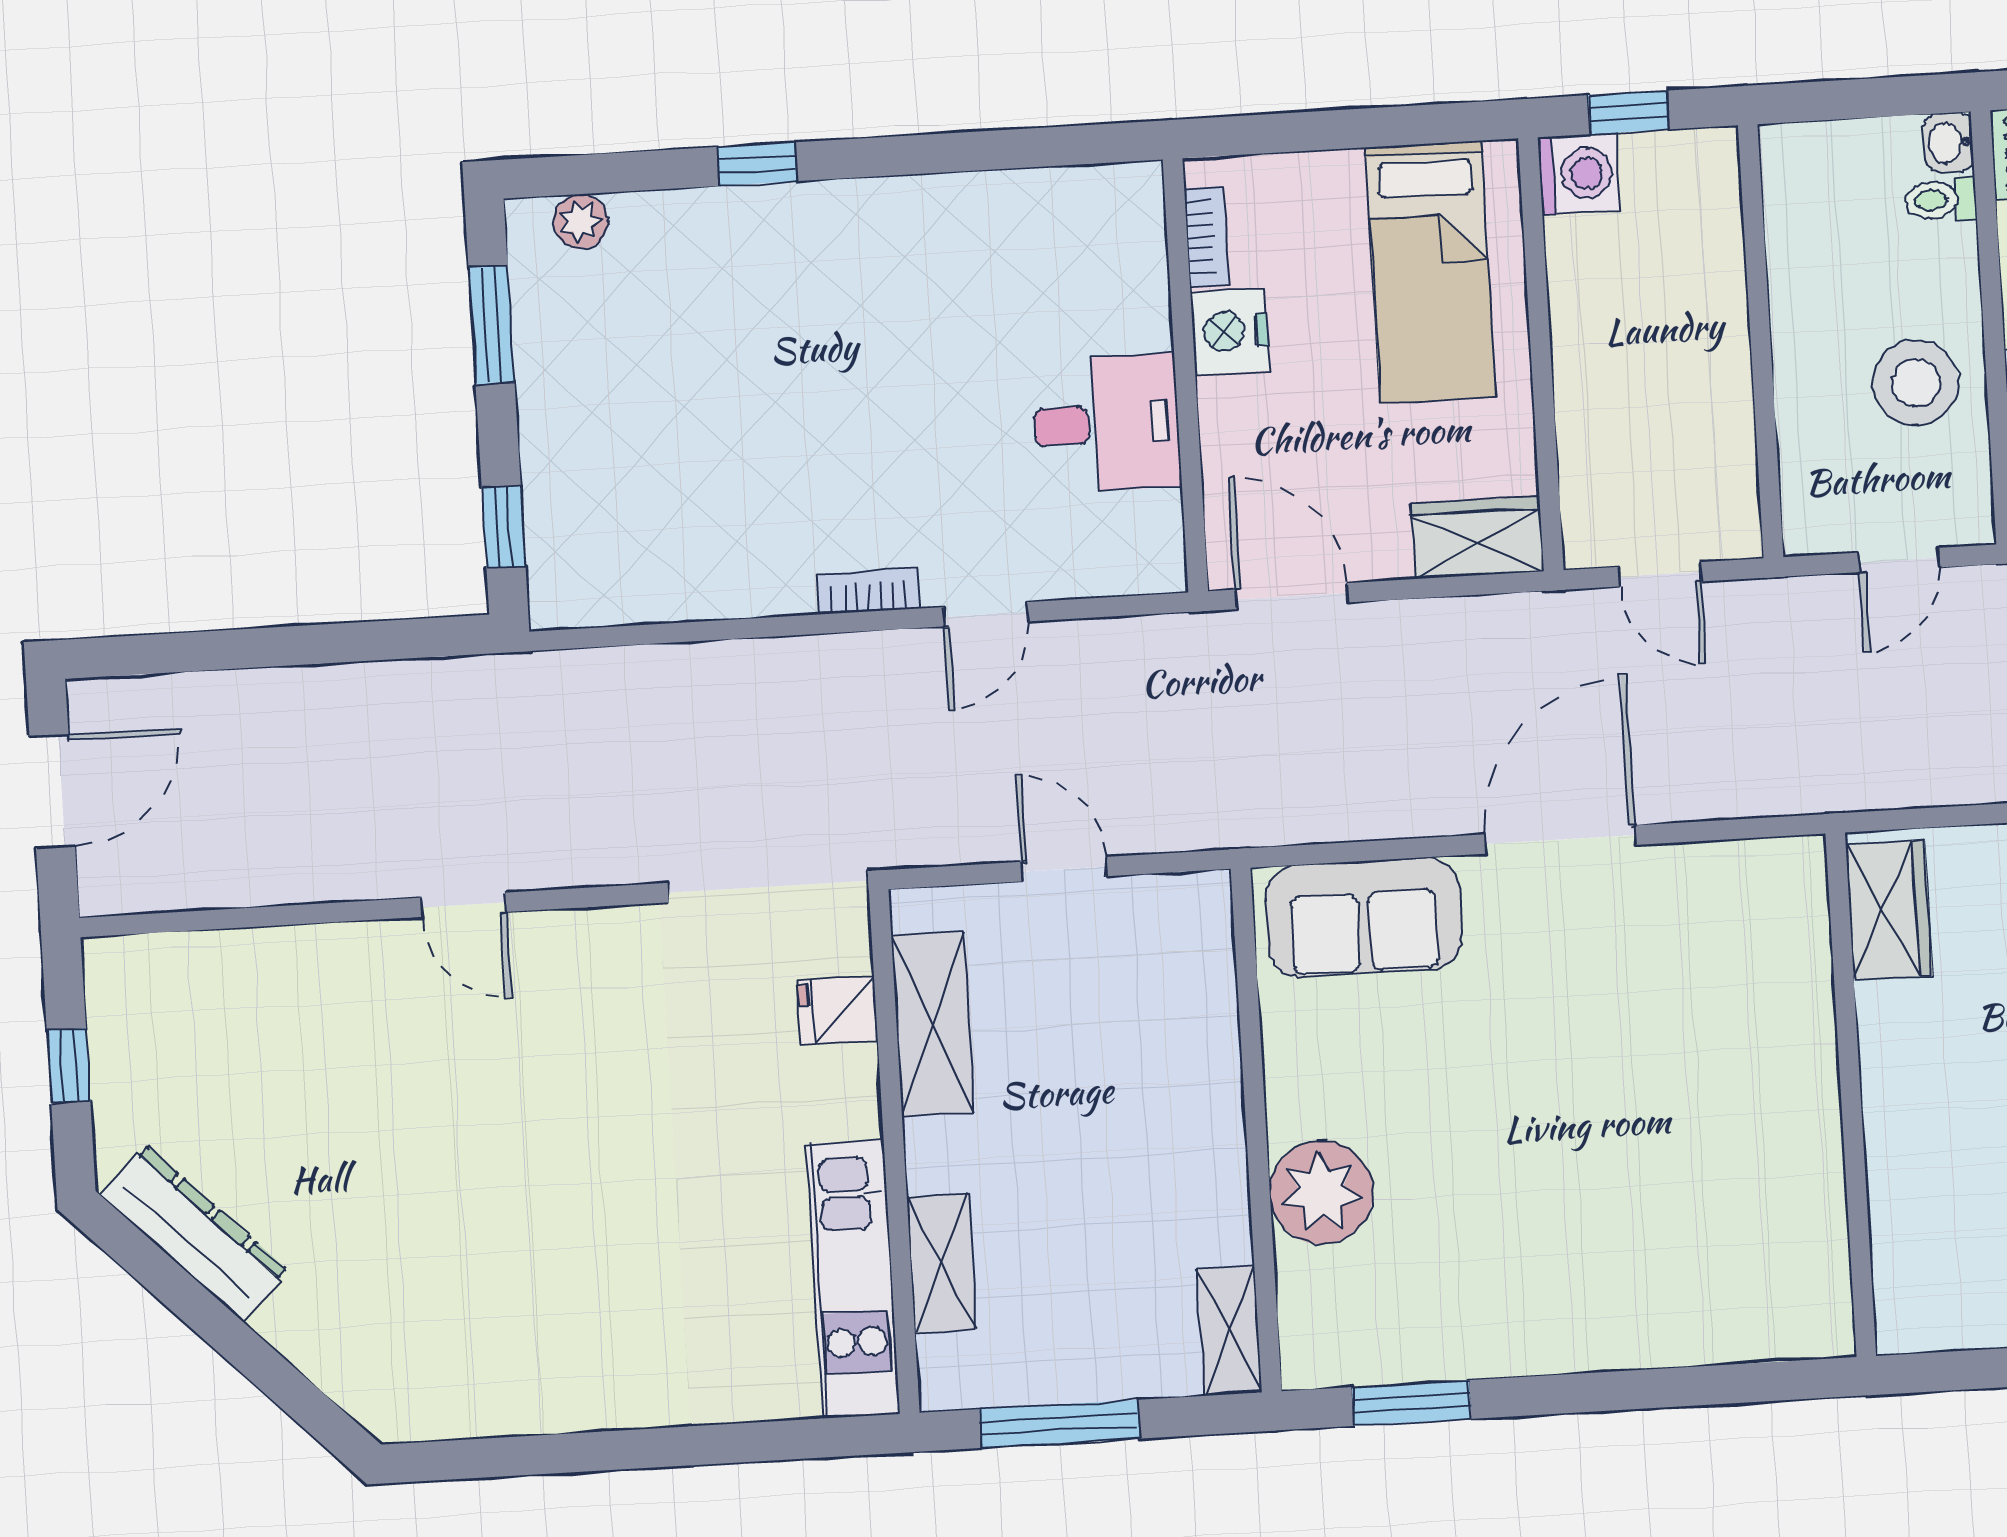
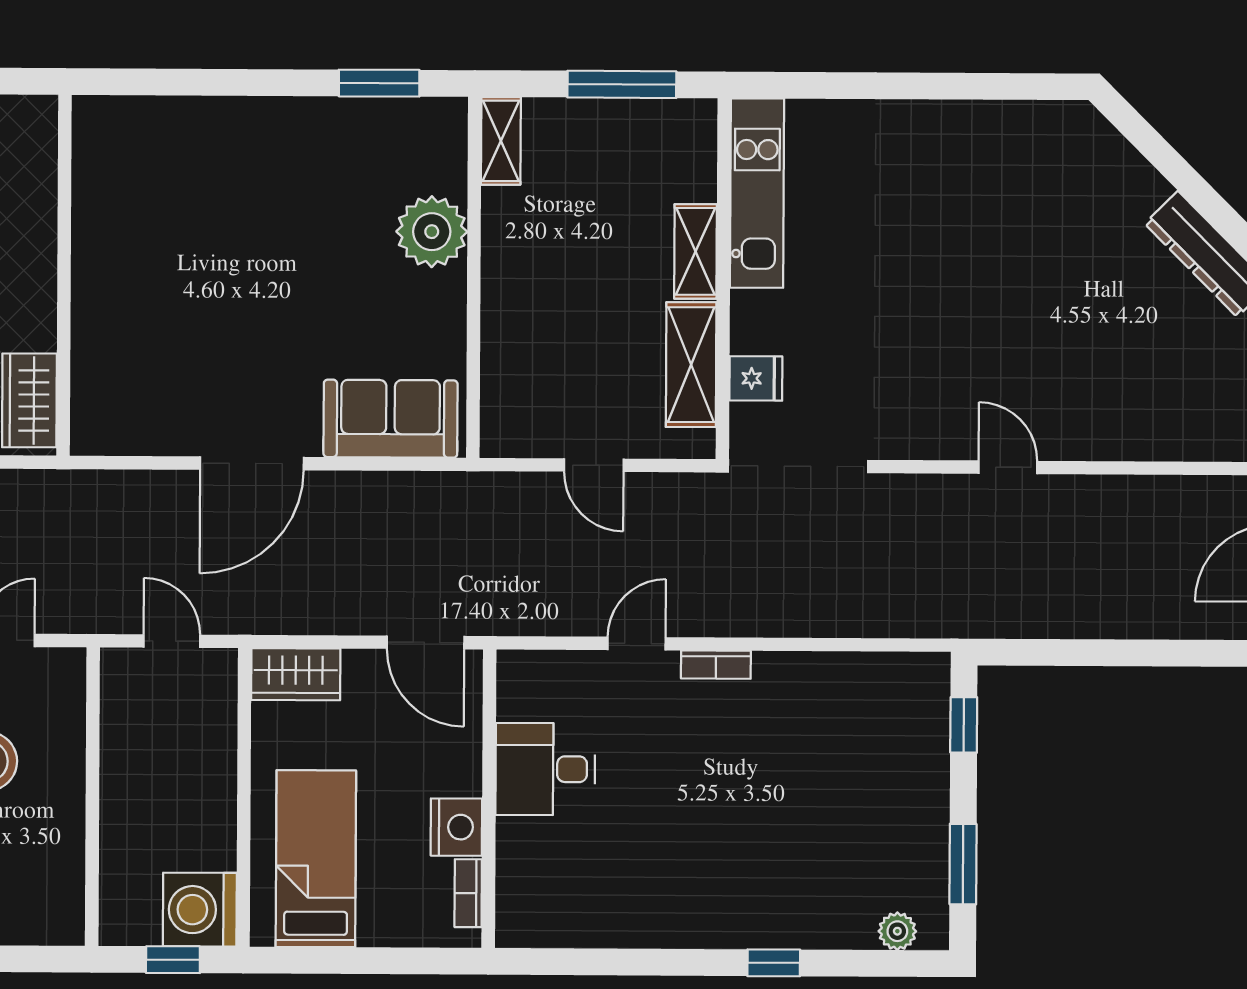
washing machine: (1579, 174) -> (200, 910), width x1.37, depth x1.37
shelving: (941, 1263) -> (696, 251), moved

